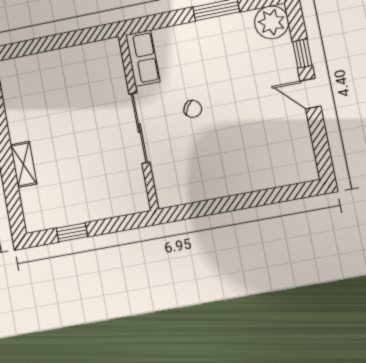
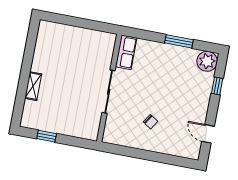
door: (310, 94) -> (208, 134), moved
chair: (193, 109) -> (150, 122), moved

